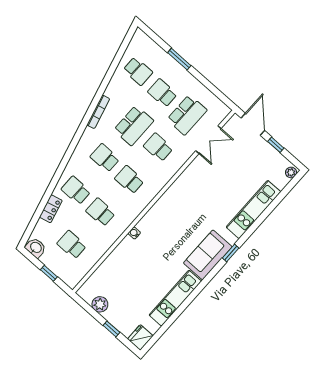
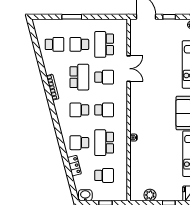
school desk: (187, 115) -> (104, 44), turned 180
double door: (208, 140) -> (129, 69), moved
school desk: (158, 147) -> (104, 77), turned 180
school desk: (129, 180) -> (104, 110), turned 180
school desk: (101, 212) -> (104, 143), width x1.85
school desk: (72, 245) -> (104, 175), turned 180

